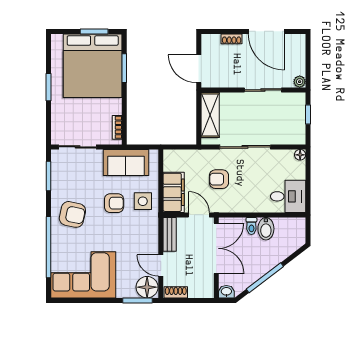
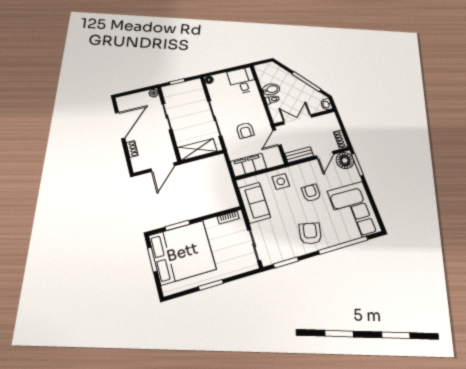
filing cabinet: (174, 192) -> (248, 165), moved
armchair: (114, 203) -> (311, 193), moved
double door: (216, 248) -> (298, 119), width x0.73

